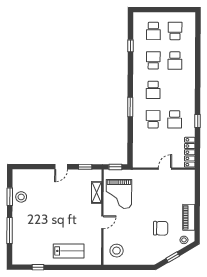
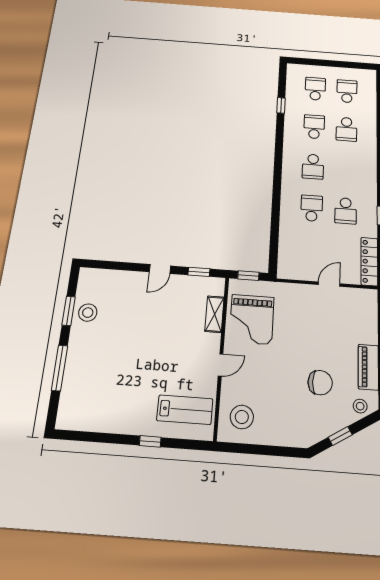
school desk: (153, 31) -> (315, 89), turned 180
window: (130, 107) -> (277, 188), removed
lab bench: (69, 251) -> (185, 410), moved
window: (38, 267) -> (150, 441), moved

